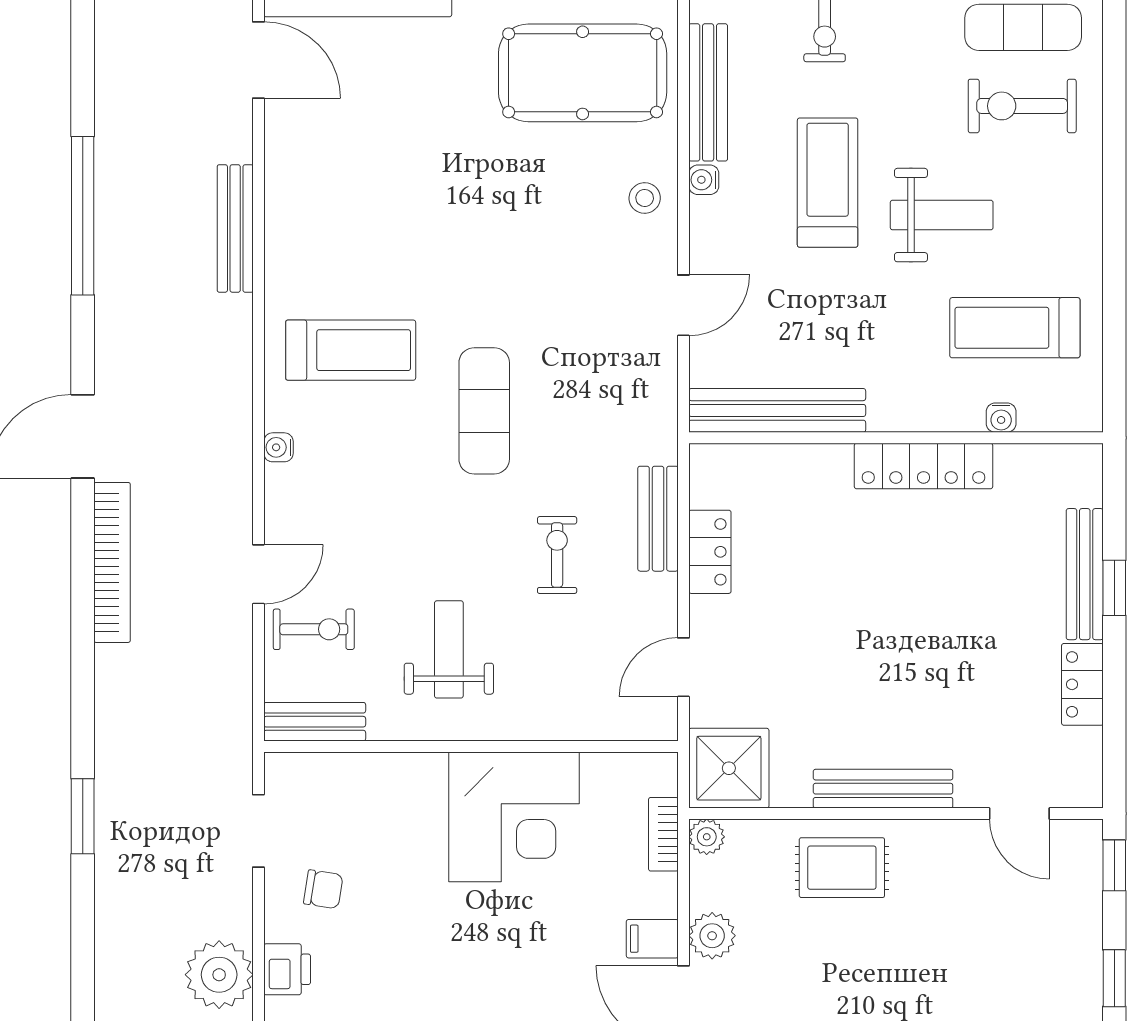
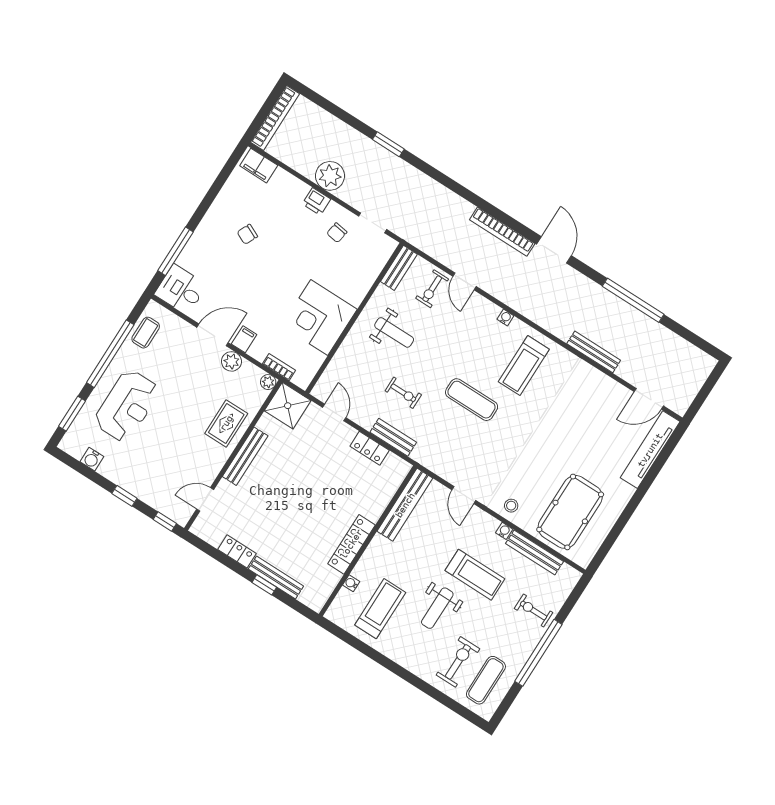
window: (83, 816) -> (388, 144), moved

